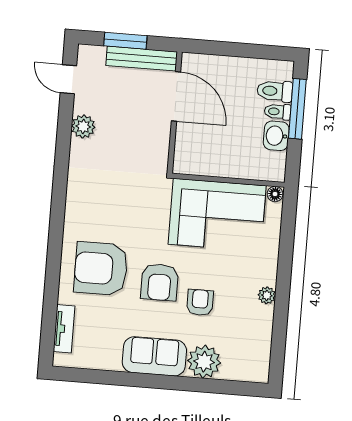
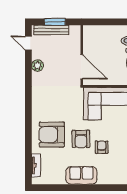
bench: (142, 59) -> (51, 30), moved
door: (176, 96) -> (82, 67), moved
plant: (204, 362) -> (106, 176), removed

